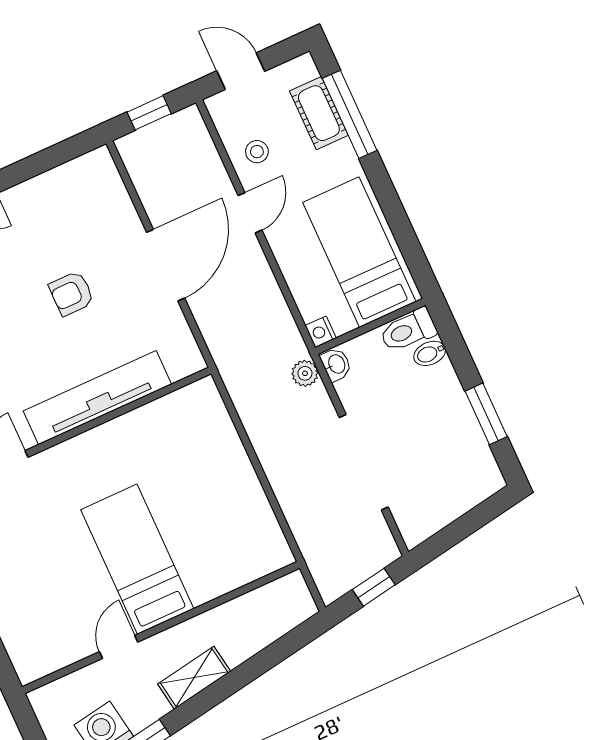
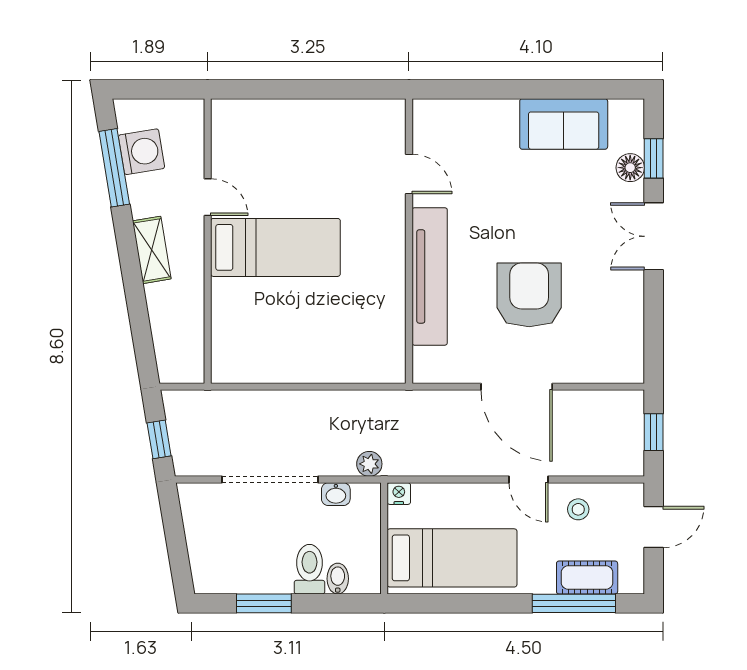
armchair: (71, 293) -> (529, 295), width x1.88, depth x1.88
toilet: (408, 330) -> (310, 569), moved
washbasin: (336, 364) -> (336, 494), moved

